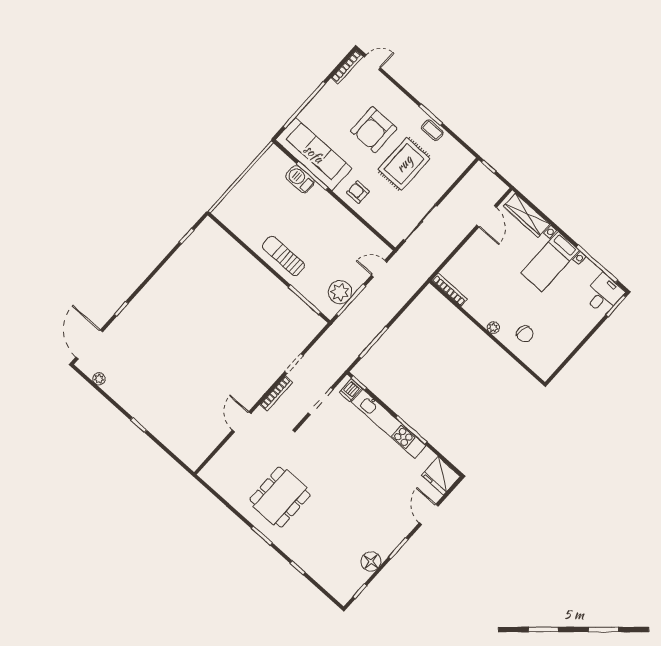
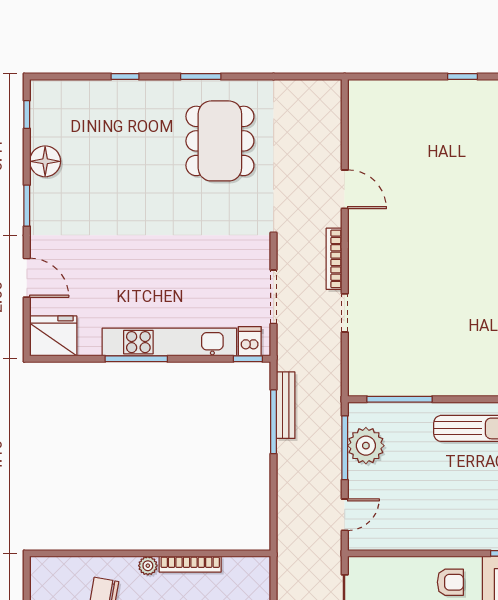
bookcase: (449, 290) -> (190, 564), moved
bench: (361, 345) -> (286, 405), added

